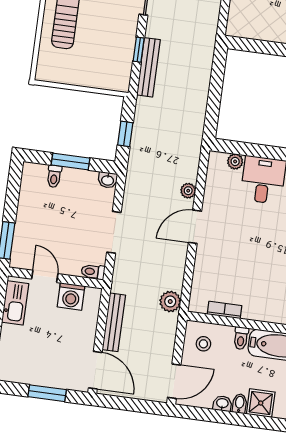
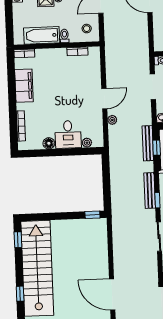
window: (247, 45) -> (92, 215), added
plant: (170, 301) -> (111, 51), removed
bench: (114, 322) -> (148, 143), moved

